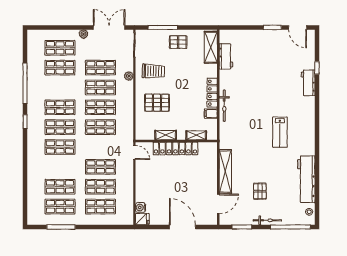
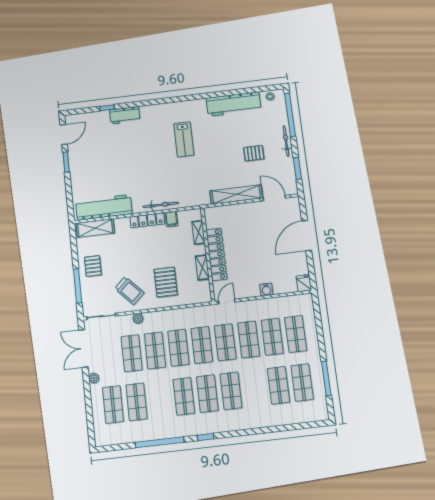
workbench: (226, 56) -> (104, 207), width x1.88, depth x1.32
trolley: (153, 71) -> (129, 291), turned 135
lab bench: (280, 132) -> (184, 139), turned 90
shop shelf: (100, 147) -> (225, 342), added
water cooler: (141, 207) -> (266, 290), moved

